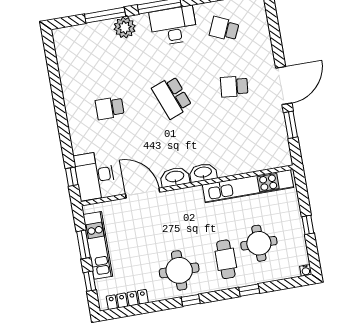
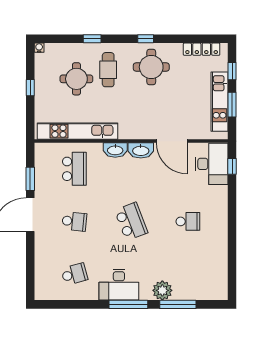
school desk: (224, 29) -> (74, 274), turned -39
school desk: (244, 144) -> (74, 169), added

